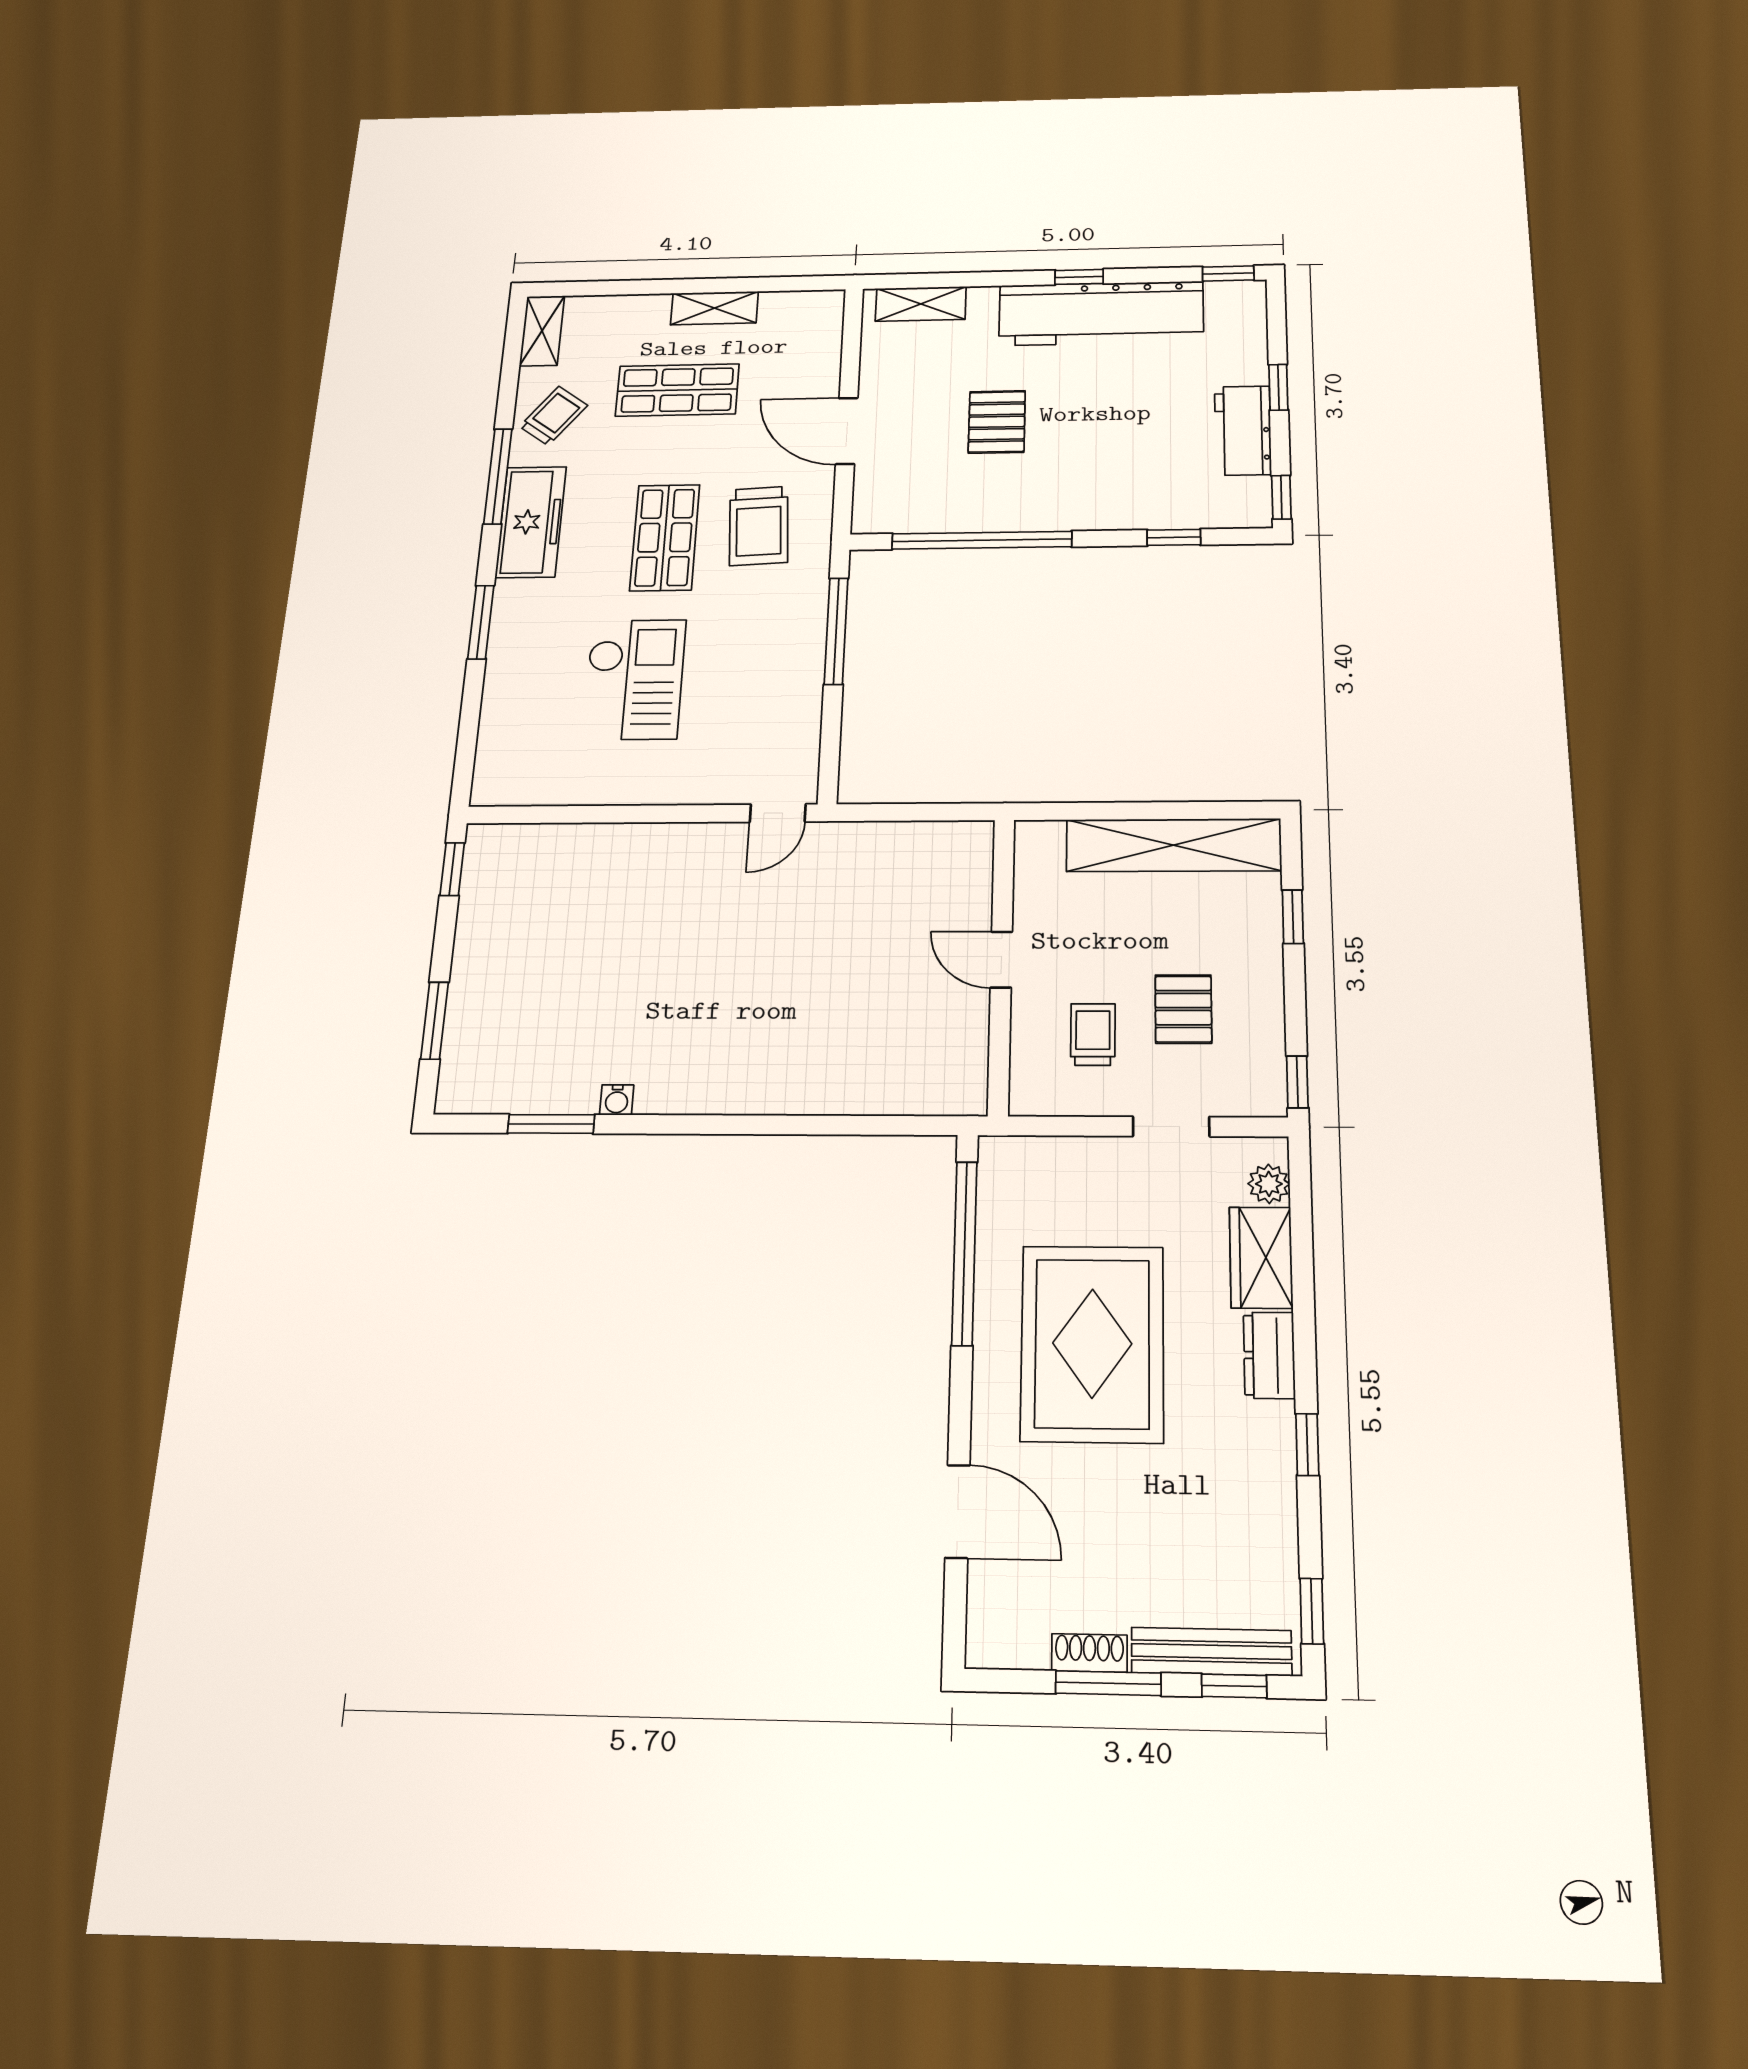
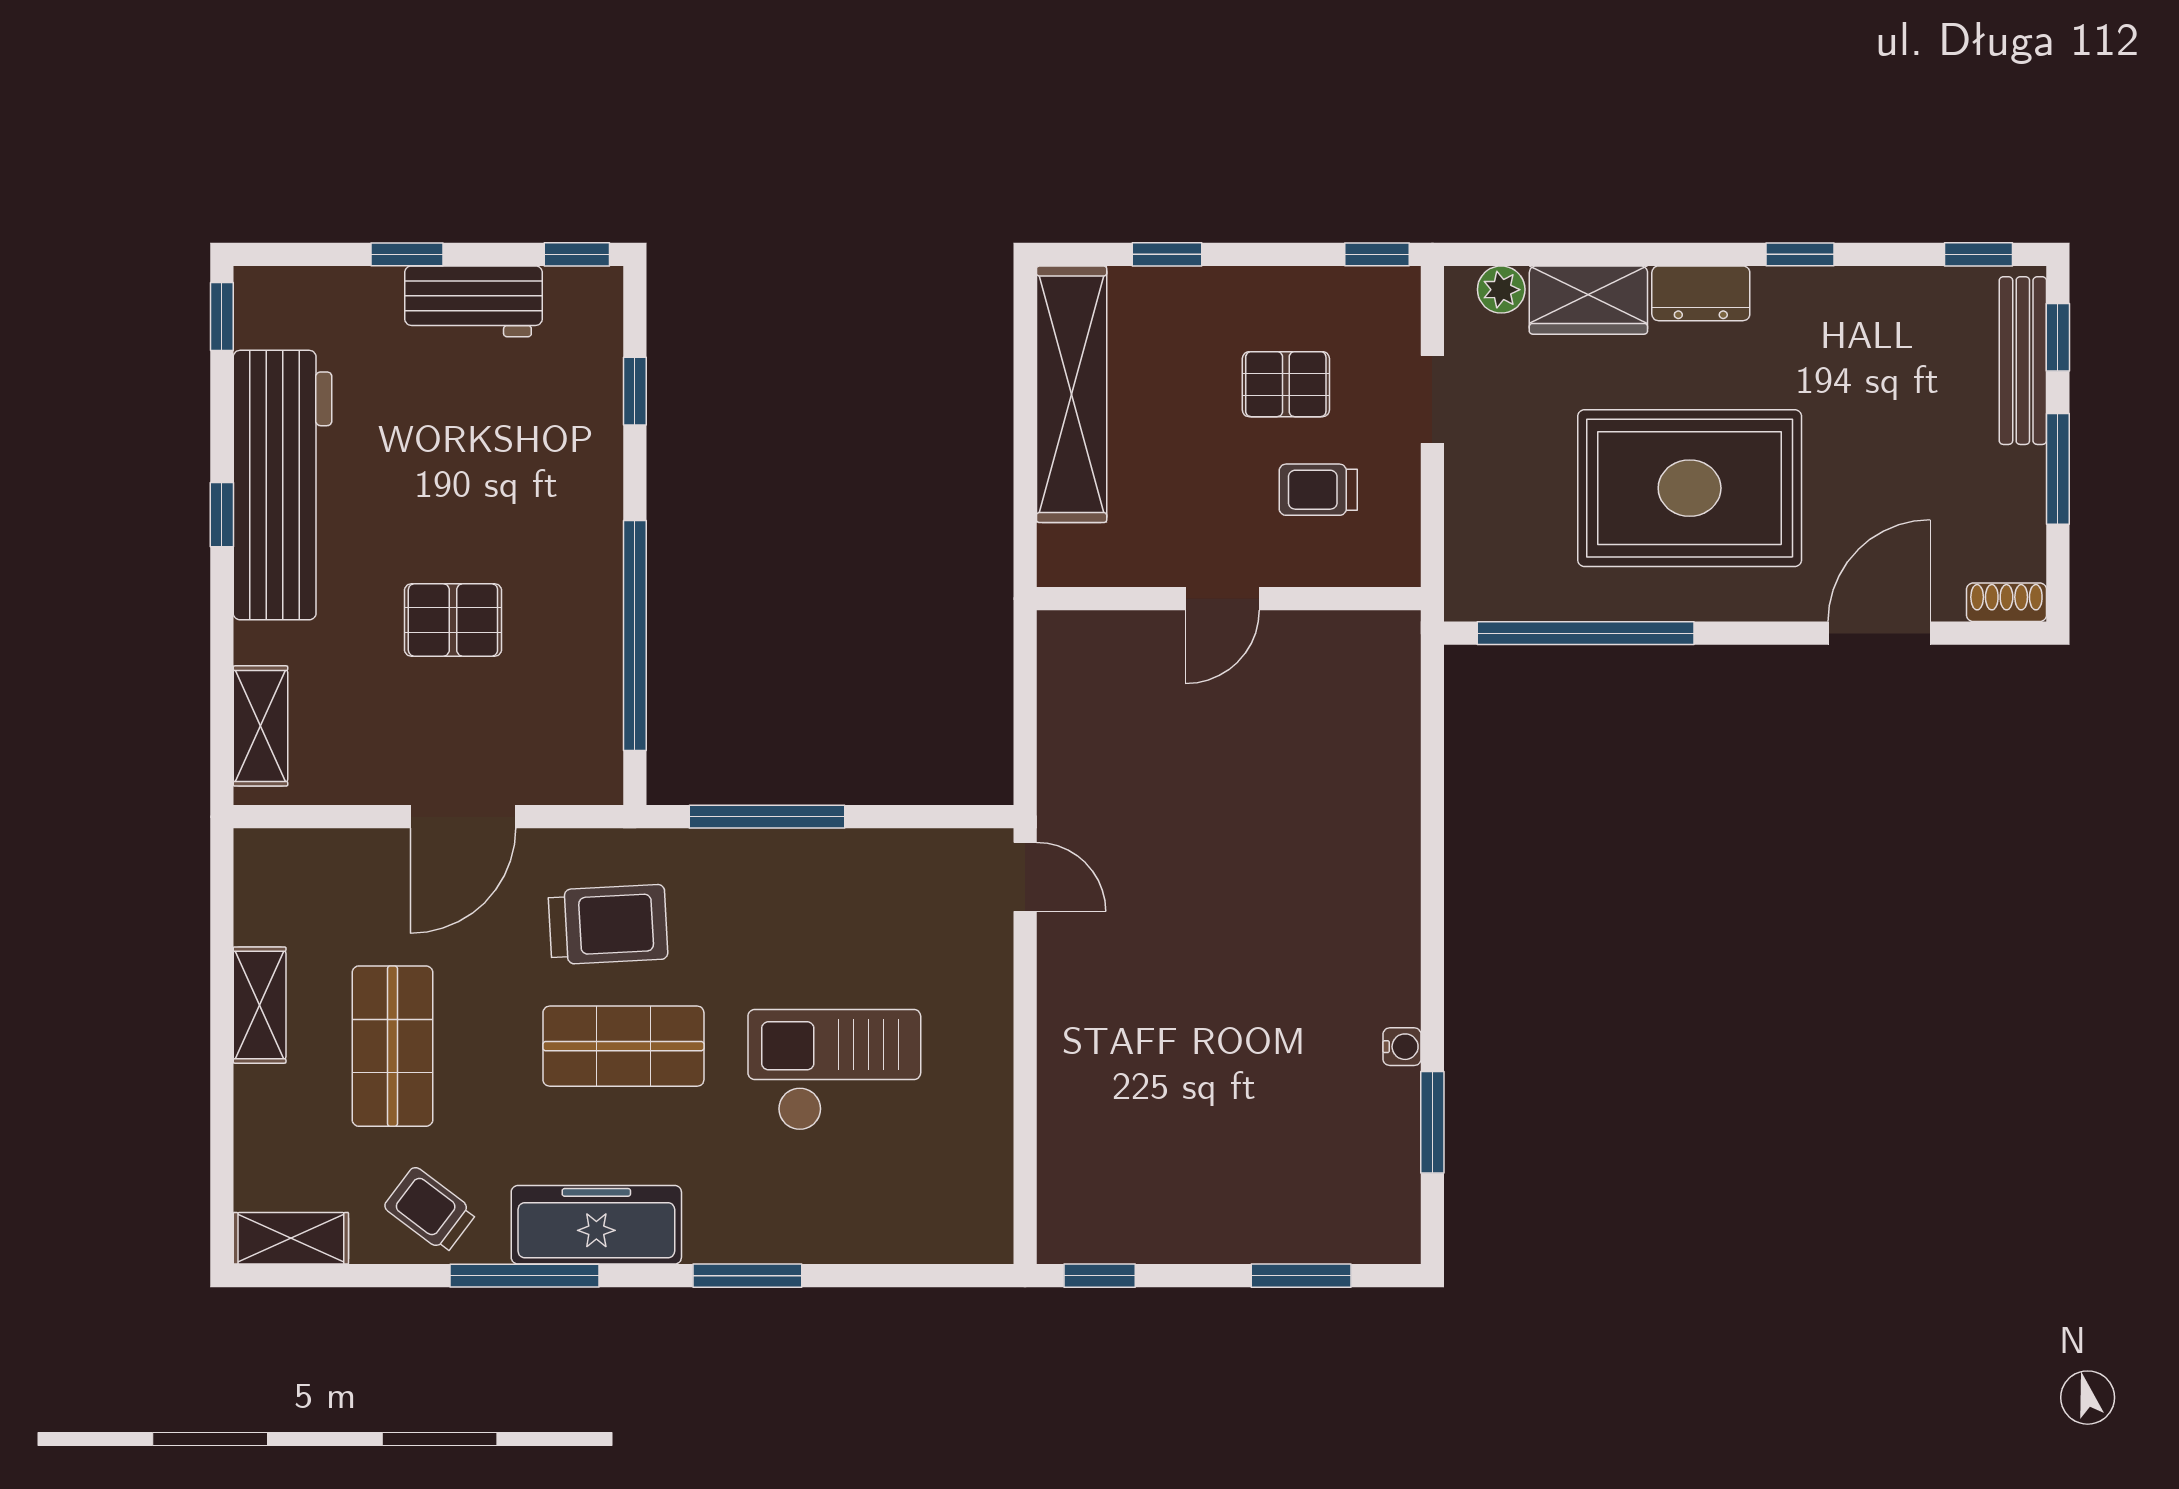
shoe rack: (1089, 1653) -> (2006, 602), moved, turned 90

